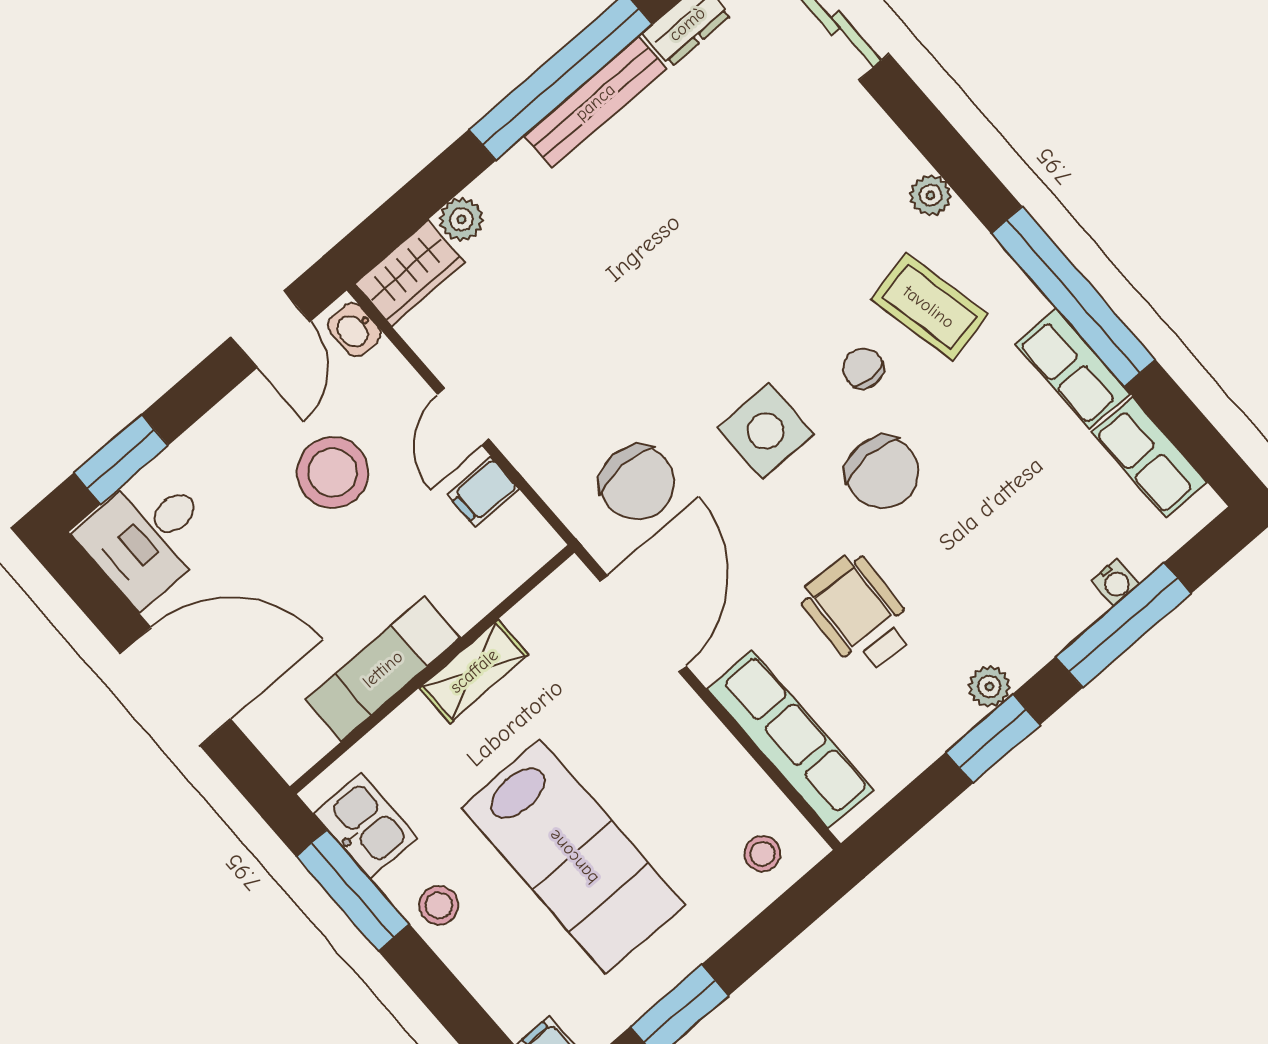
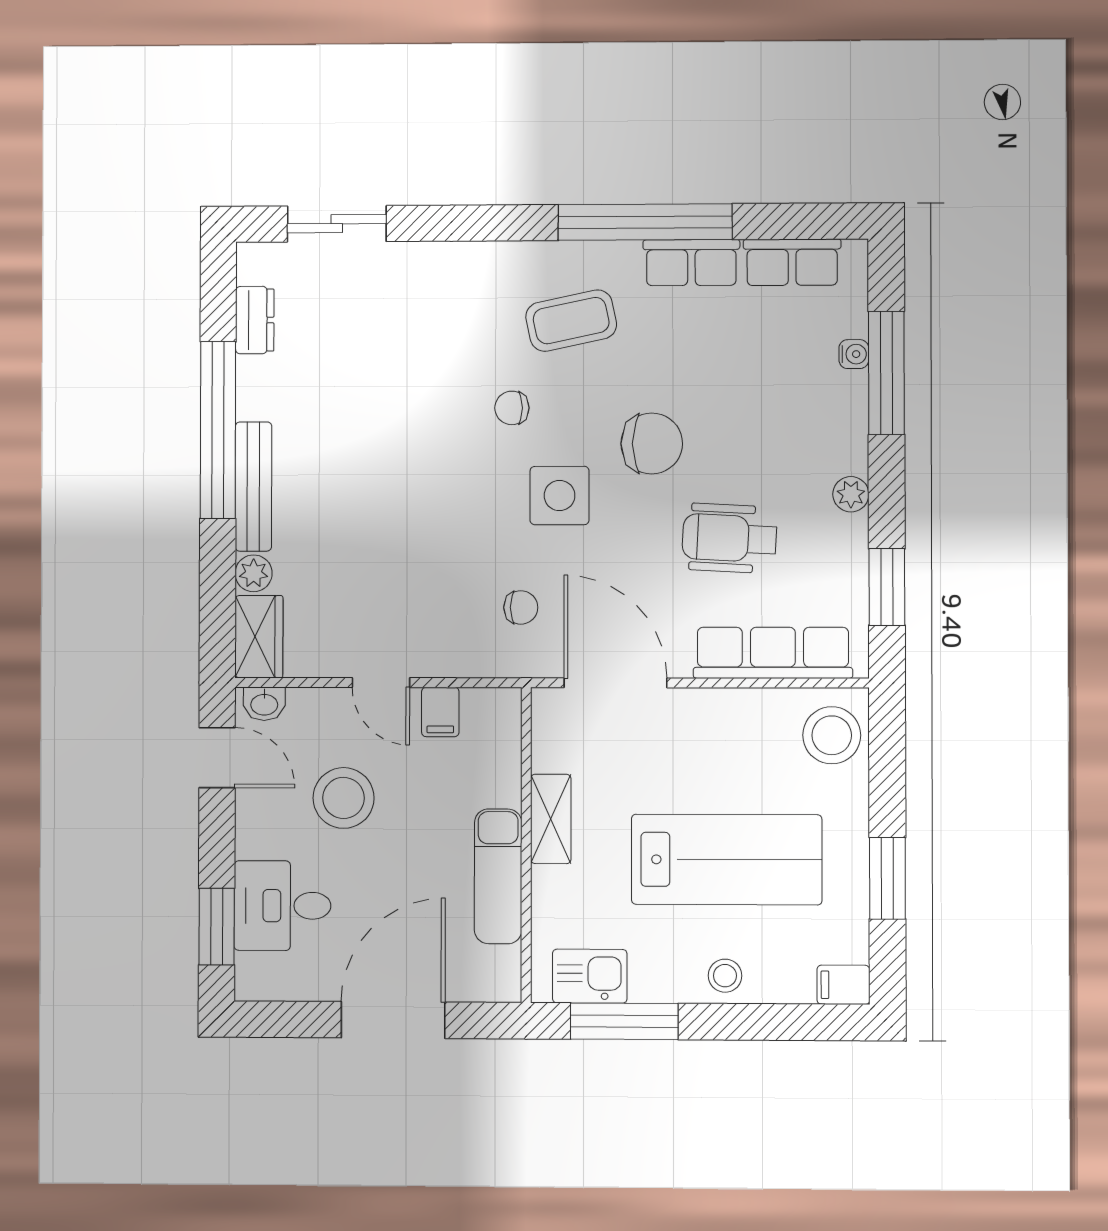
bench: (595, 102) -> (253, 487), moved
plant: (930, 195) -> (500, 258), removed
chair: (863, 368) -> (512, 408), moved
chair: (637, 483) -> (521, 607), width x0.54, depth x0.54
desk: (148, 536) -> (282, 906), moved, turned 90
window: (993, 739) -> (887, 587), moved
stool: (762, 854) -> (832, 735), width x1.89, depth x1.89
stool: (439, 905) -> (725, 976), moved

